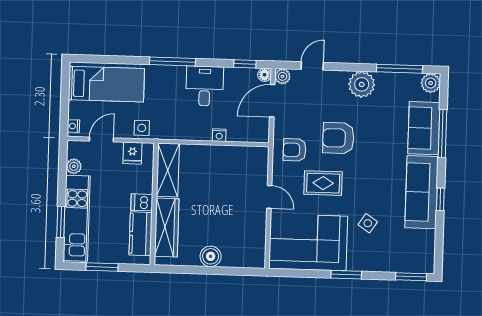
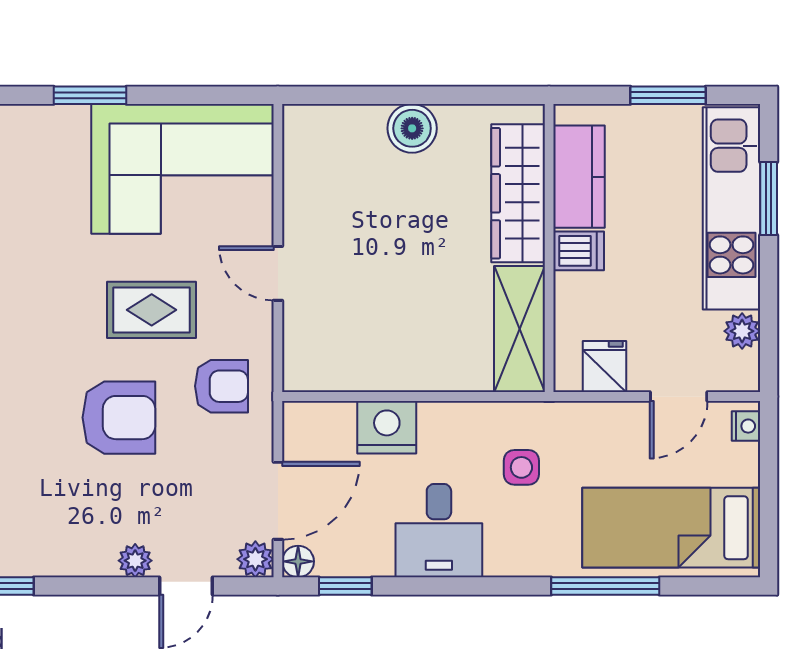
window: (173, 62) -> (605, 586), moved
plant: (362, 84) -> (135, 561), moved, width x0.53, depth x0.53
side table: (142, 128) -> (521, 467), moved
nightstand: (219, 135) -> (387, 427), width x1.89, depth x1.79
side table: (368, 223) -> (43, 218), removed

